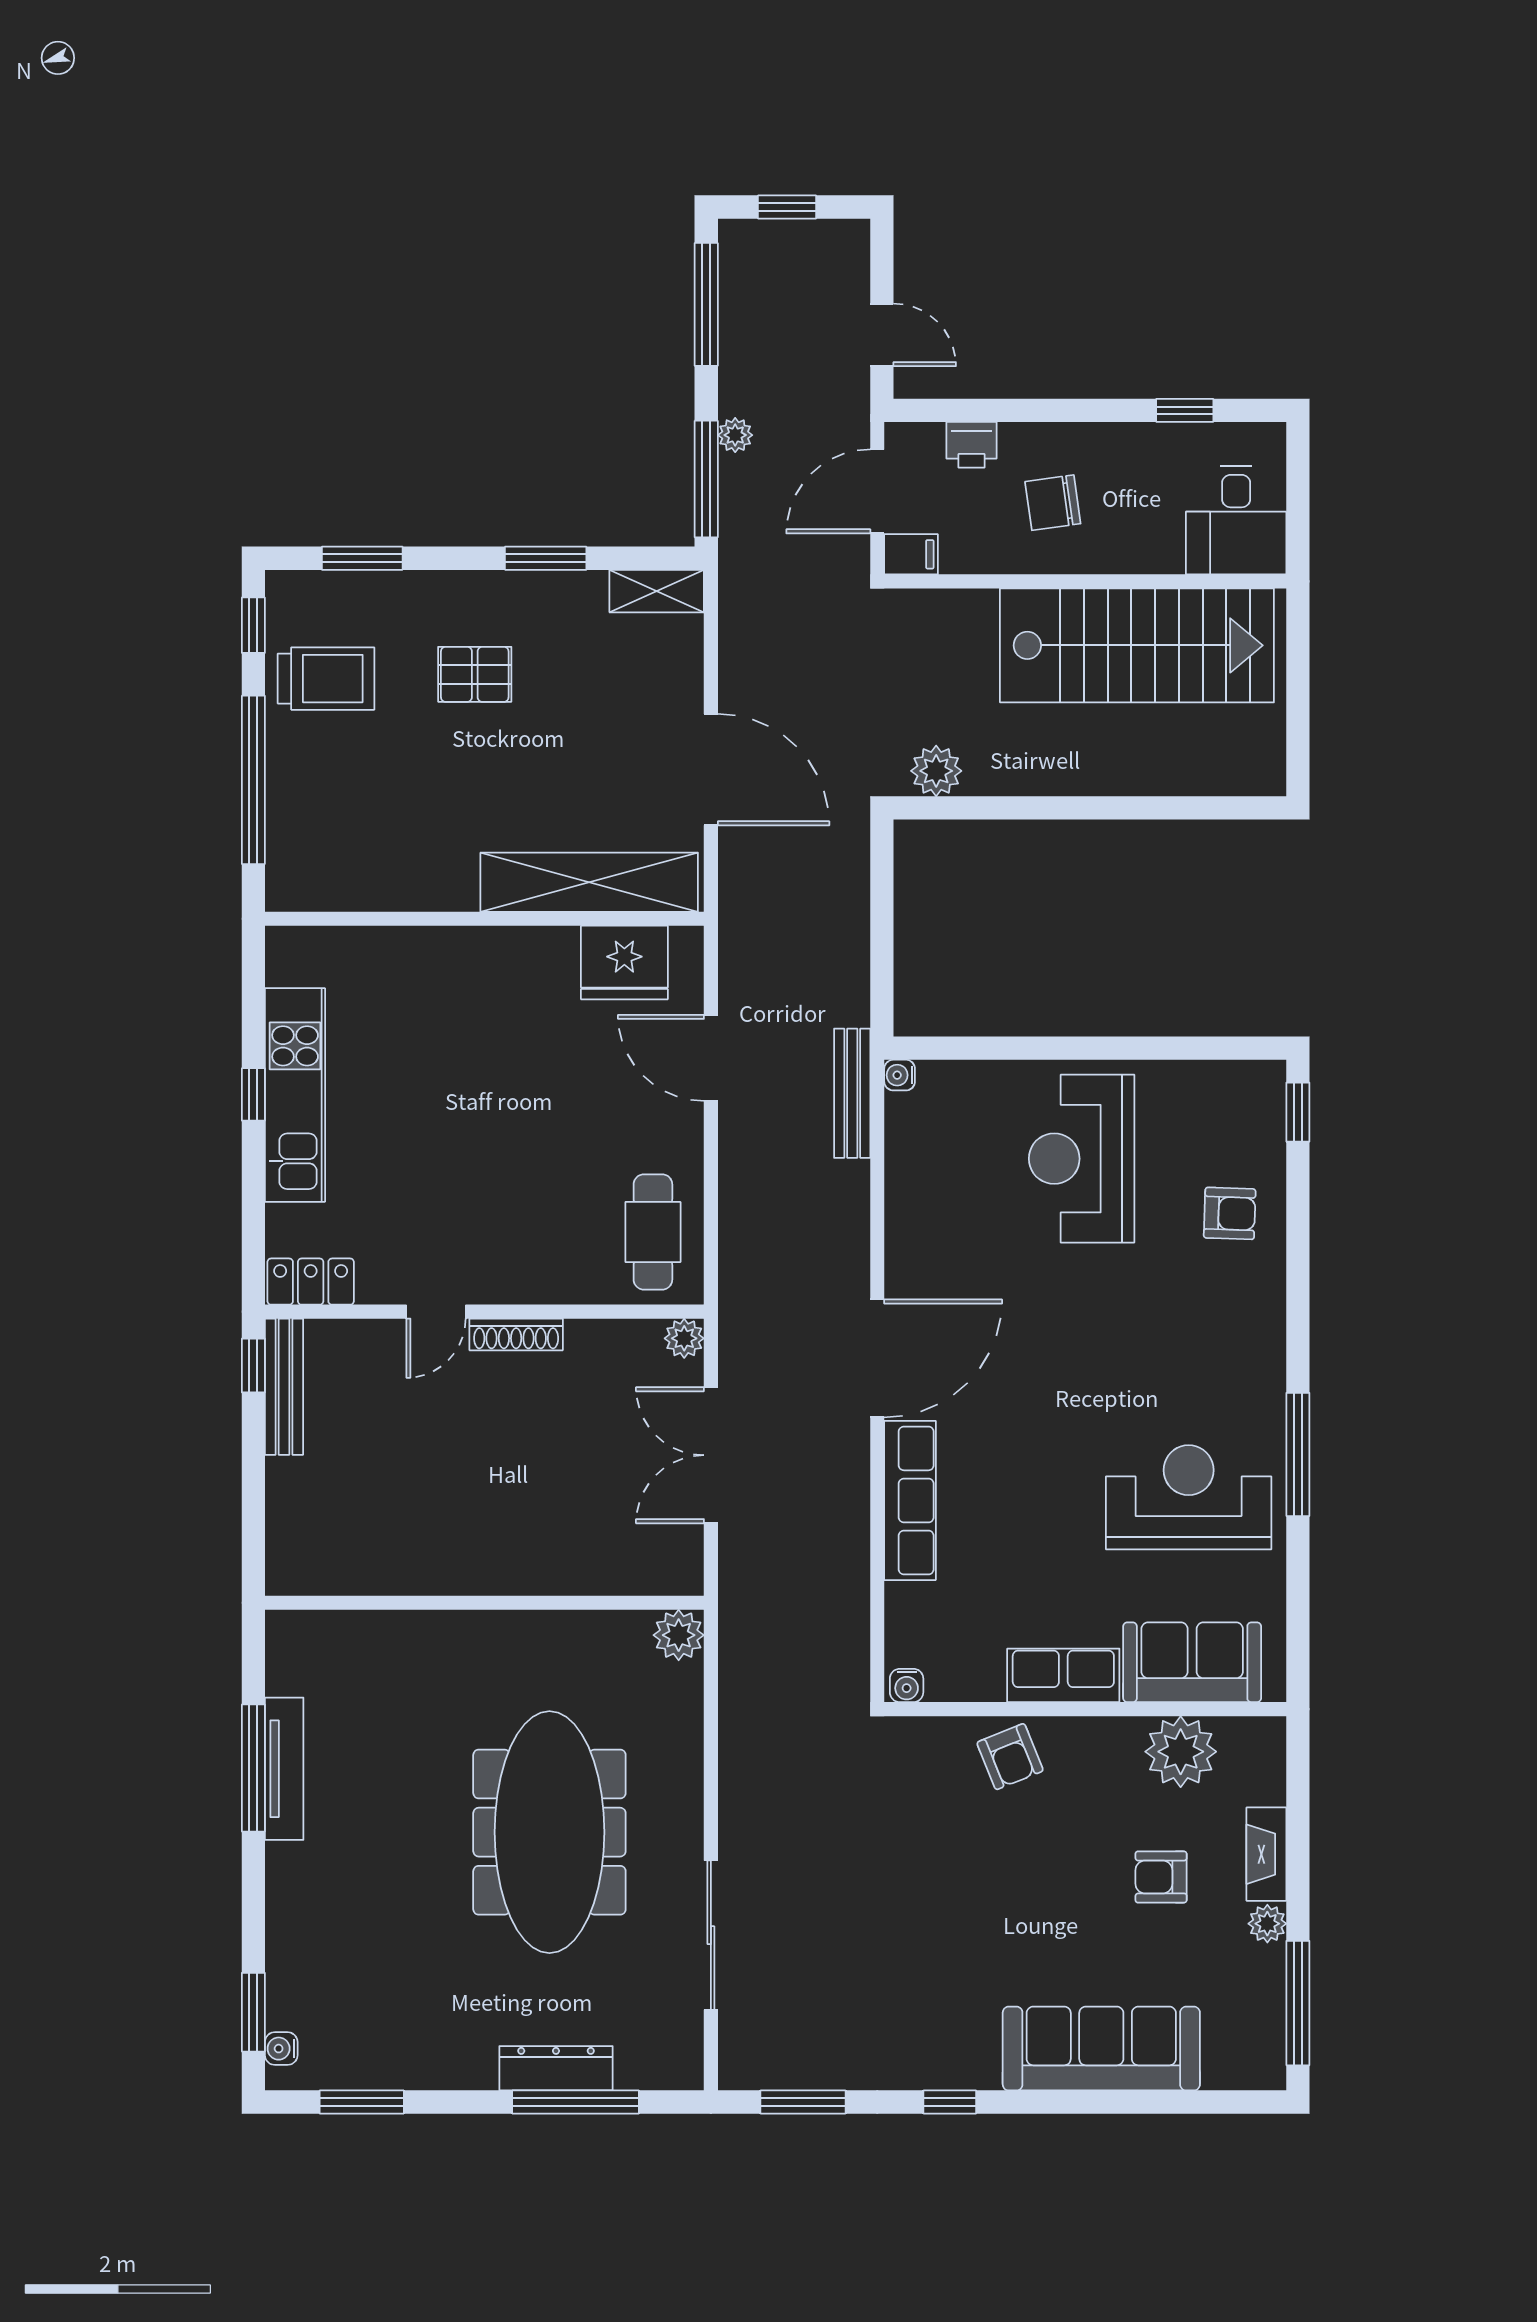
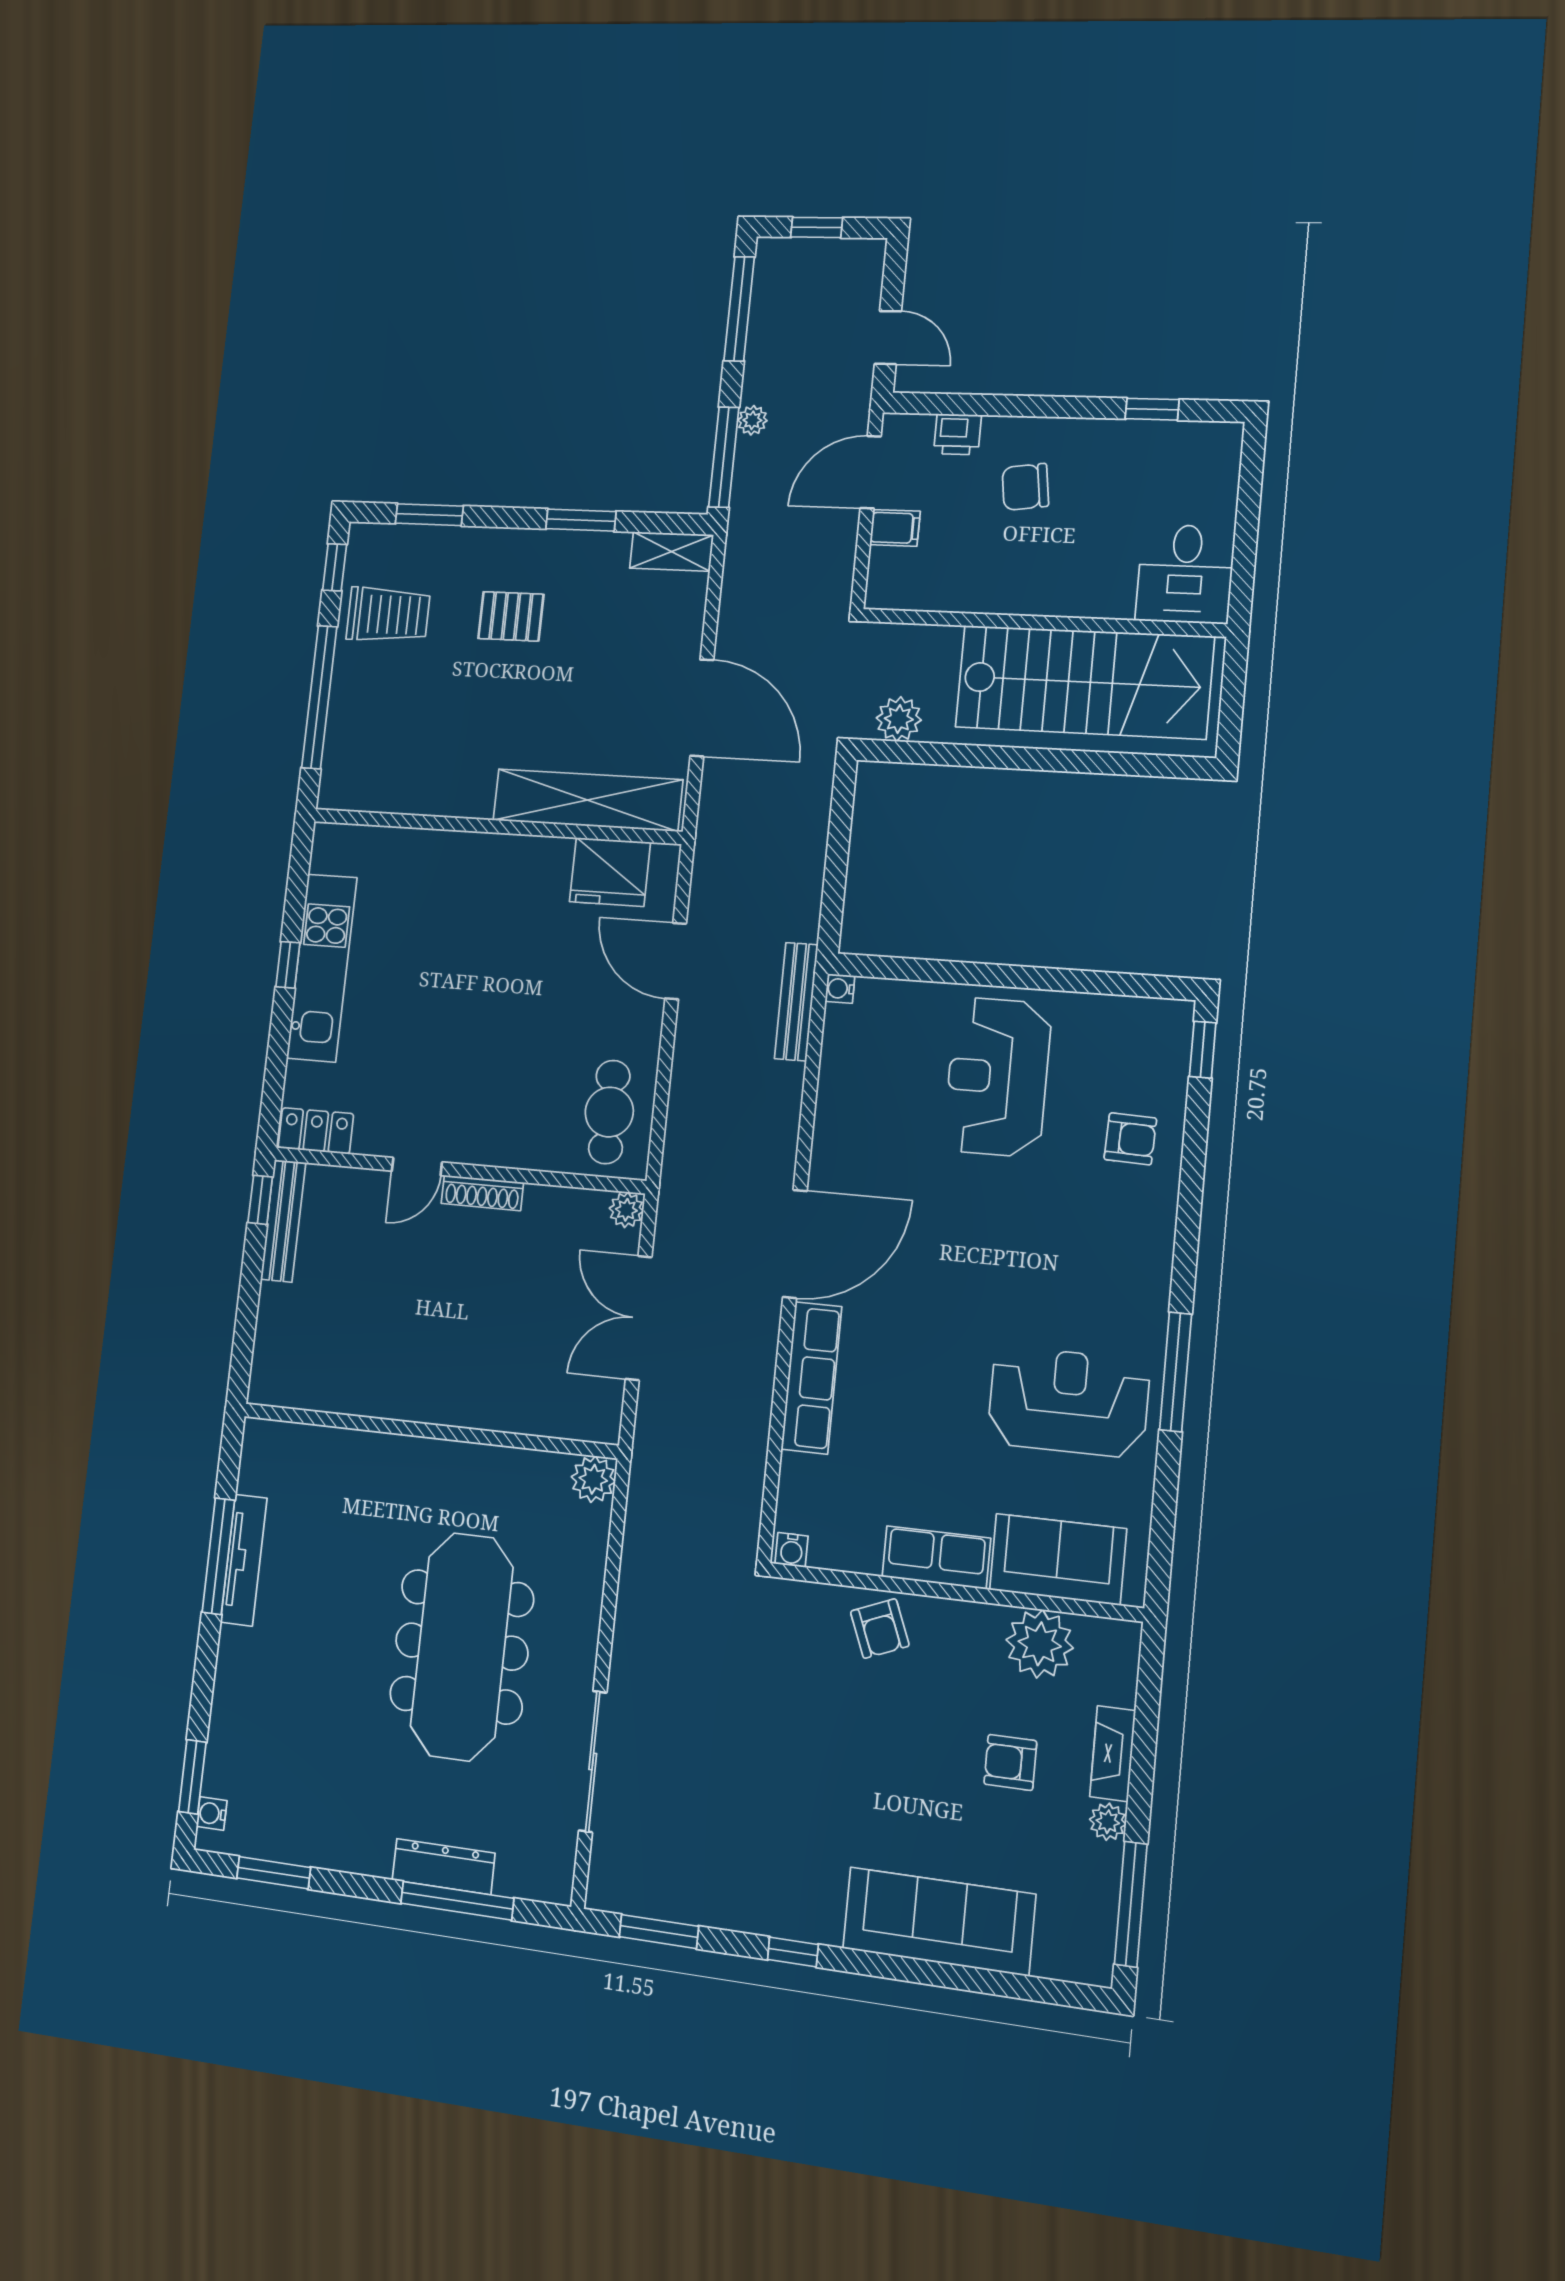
desk: (1236, 520) -> (1185, 574), moved
wall: (1085, 581) -> (1042, 623), moved
stairs: (1137, 645) -> (1084, 682), moved

